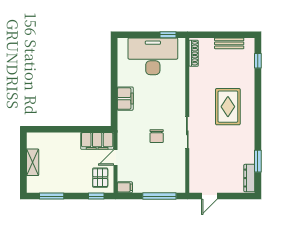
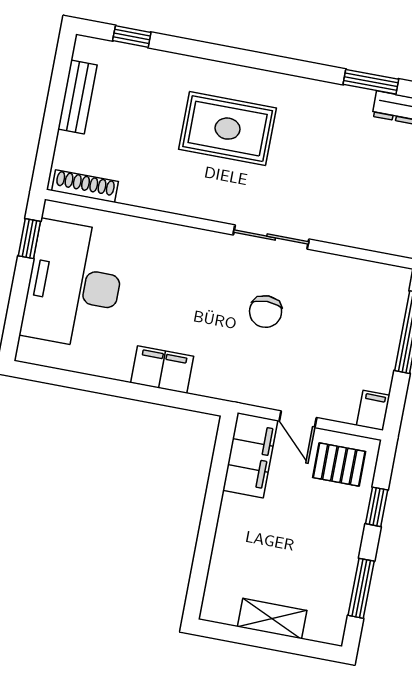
chair: (157, 136) -> (266, 312), turned 90
window: (96, 196) -> (377, 507), moved

